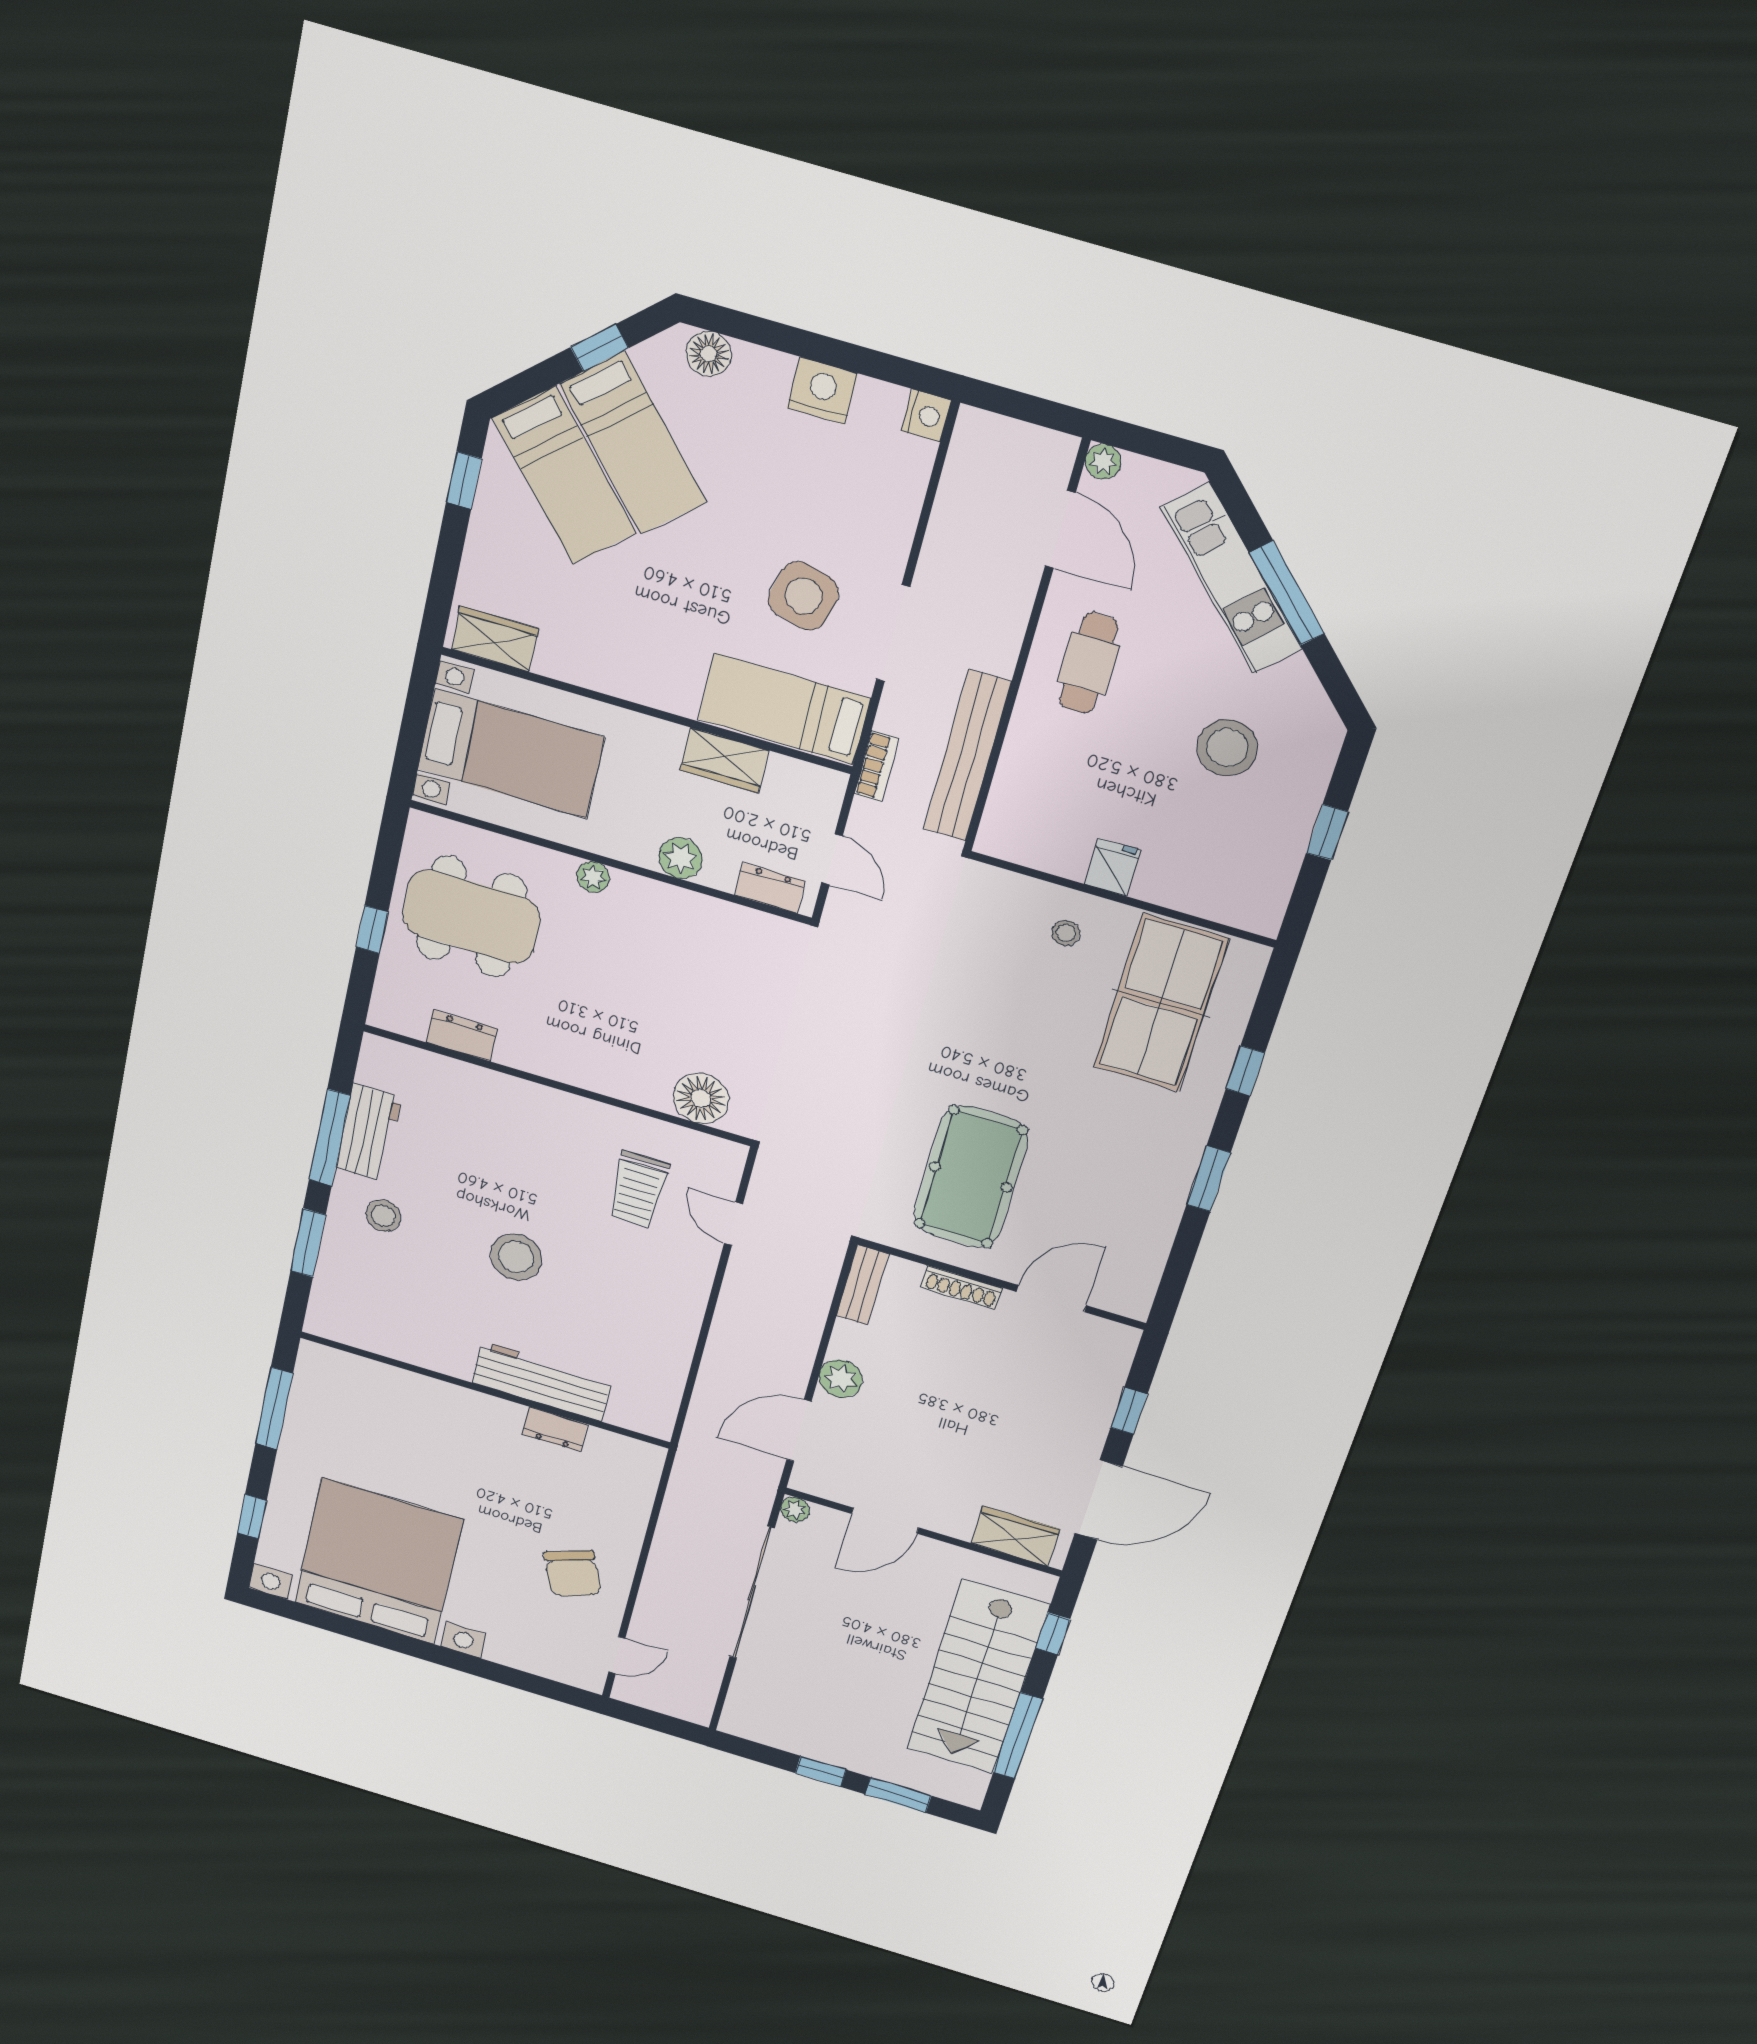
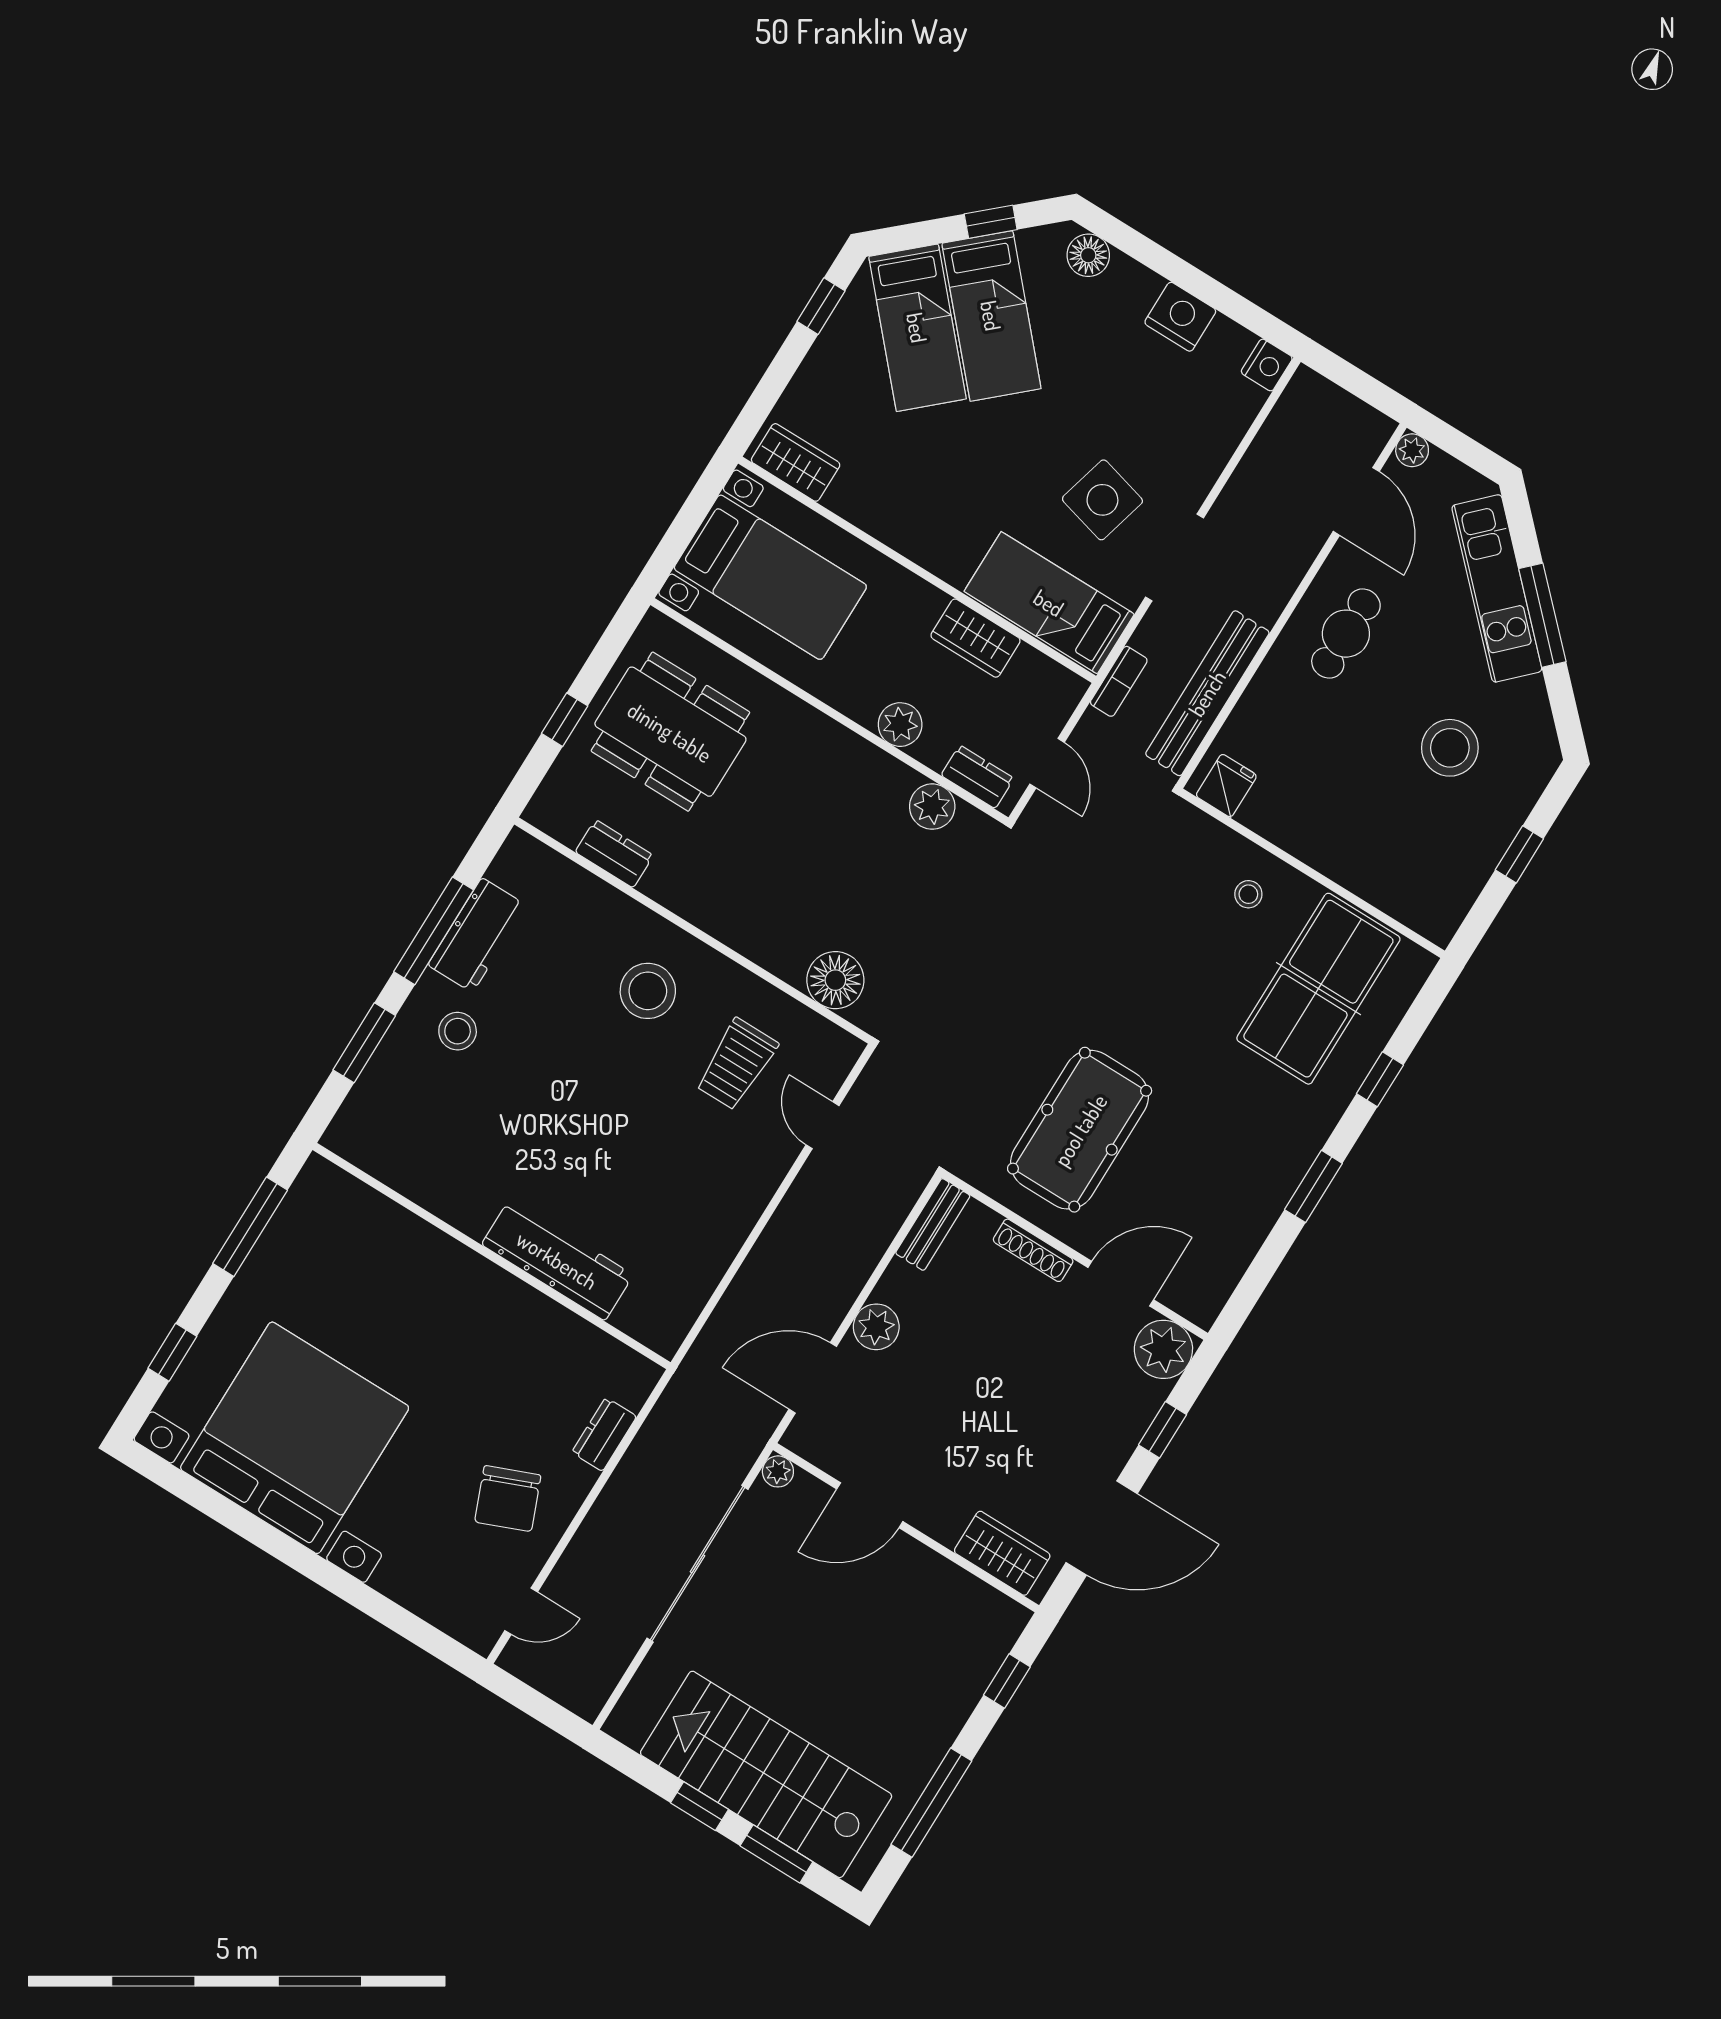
fridge: (1113, 867) -> (1226, 786), moved
plant: (593, 877) -> (932, 807), moved, width x1.38, depth x1.38
stool: (516, 1257) -> (648, 991), moved
plant: (1109, 1345) -> (1163, 1349), added
dresser: (555, 1429) -> (604, 1434), moved, turned 90
stairs: (978, 1677) -> (766, 1774), moved, turned 90

